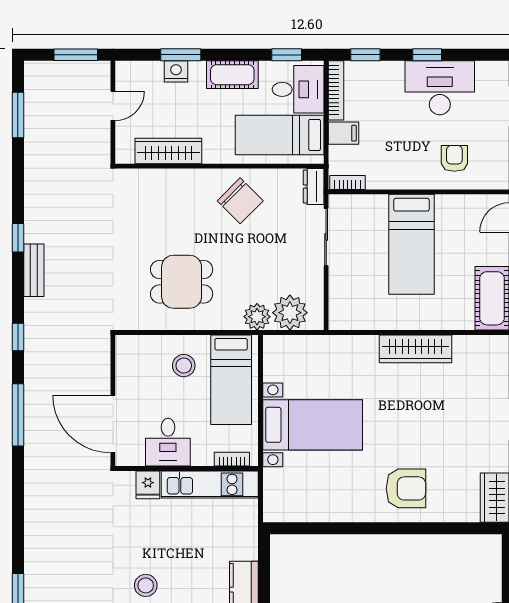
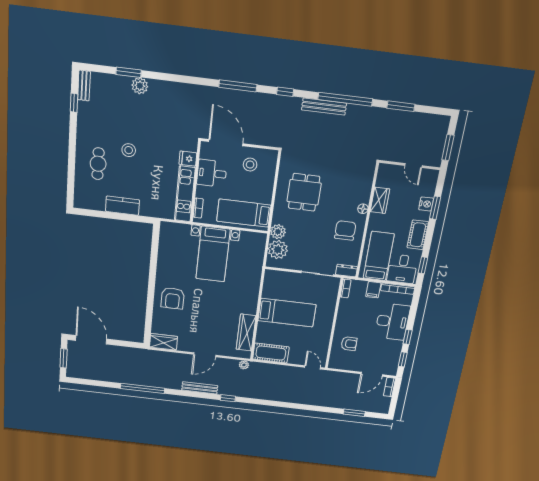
window: (365, 55) -> (403, 359), moved
desk: (440, 88) -> (392, 322), moved
window: (18, 115) -> (401, 106), moved
wardrobe: (168, 151) -> (380, 200), width x0.67
floor lamp: (198, 177) -> (363, 209), added
chair: (240, 201) -> (345, 230), turned 135
window: (18, 238) -> (345, 99), width x3.17
bed: (411, 244) -> (287, 313), moved, turned 180
bench: (34, 270) -> (324, 107), width x1.36
wardrobe: (415, 349) -> (246, 333), moved
stool: (184, 366) -> (250, 165), moved
door: (113, 424) -> (226, 143), hinge flipped
plant: (37, 574) -> (140, 86), added

